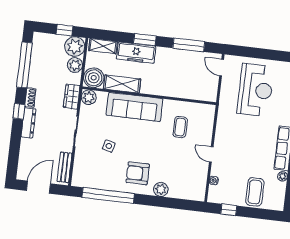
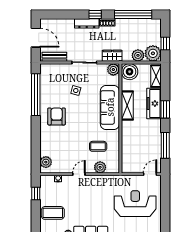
shelving: (122, 84) -> (127, 105), moved
reception desk: (255, 90) -> (135, 204), turned 180
plant: (206, 128) -> (100, 167), added
plant: (161, 189) -> (46, 162), moved

